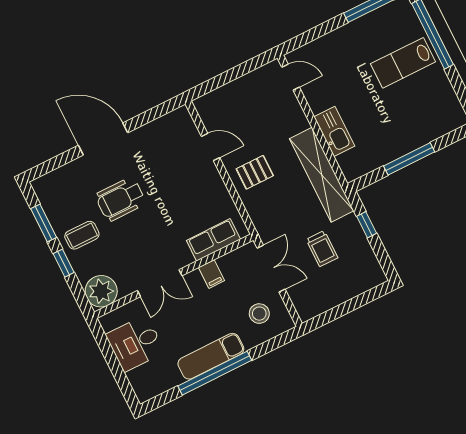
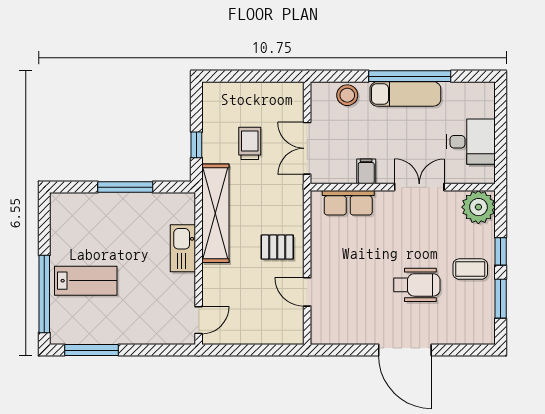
door: (291, 77) -> (199, 320), swing flipped
stool: (259, 314) -> (347, 95), moved

